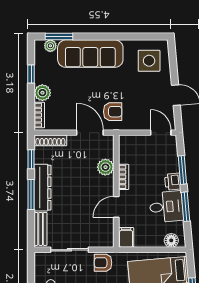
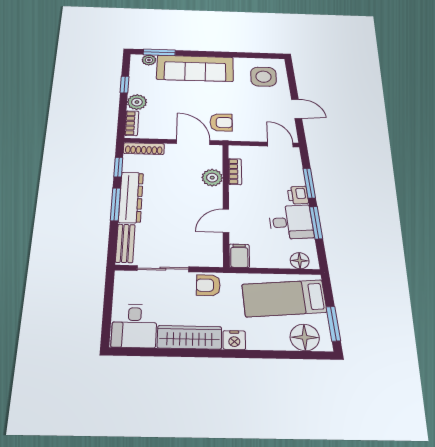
bookcase: (124, 177) -> (235, 172), moved

